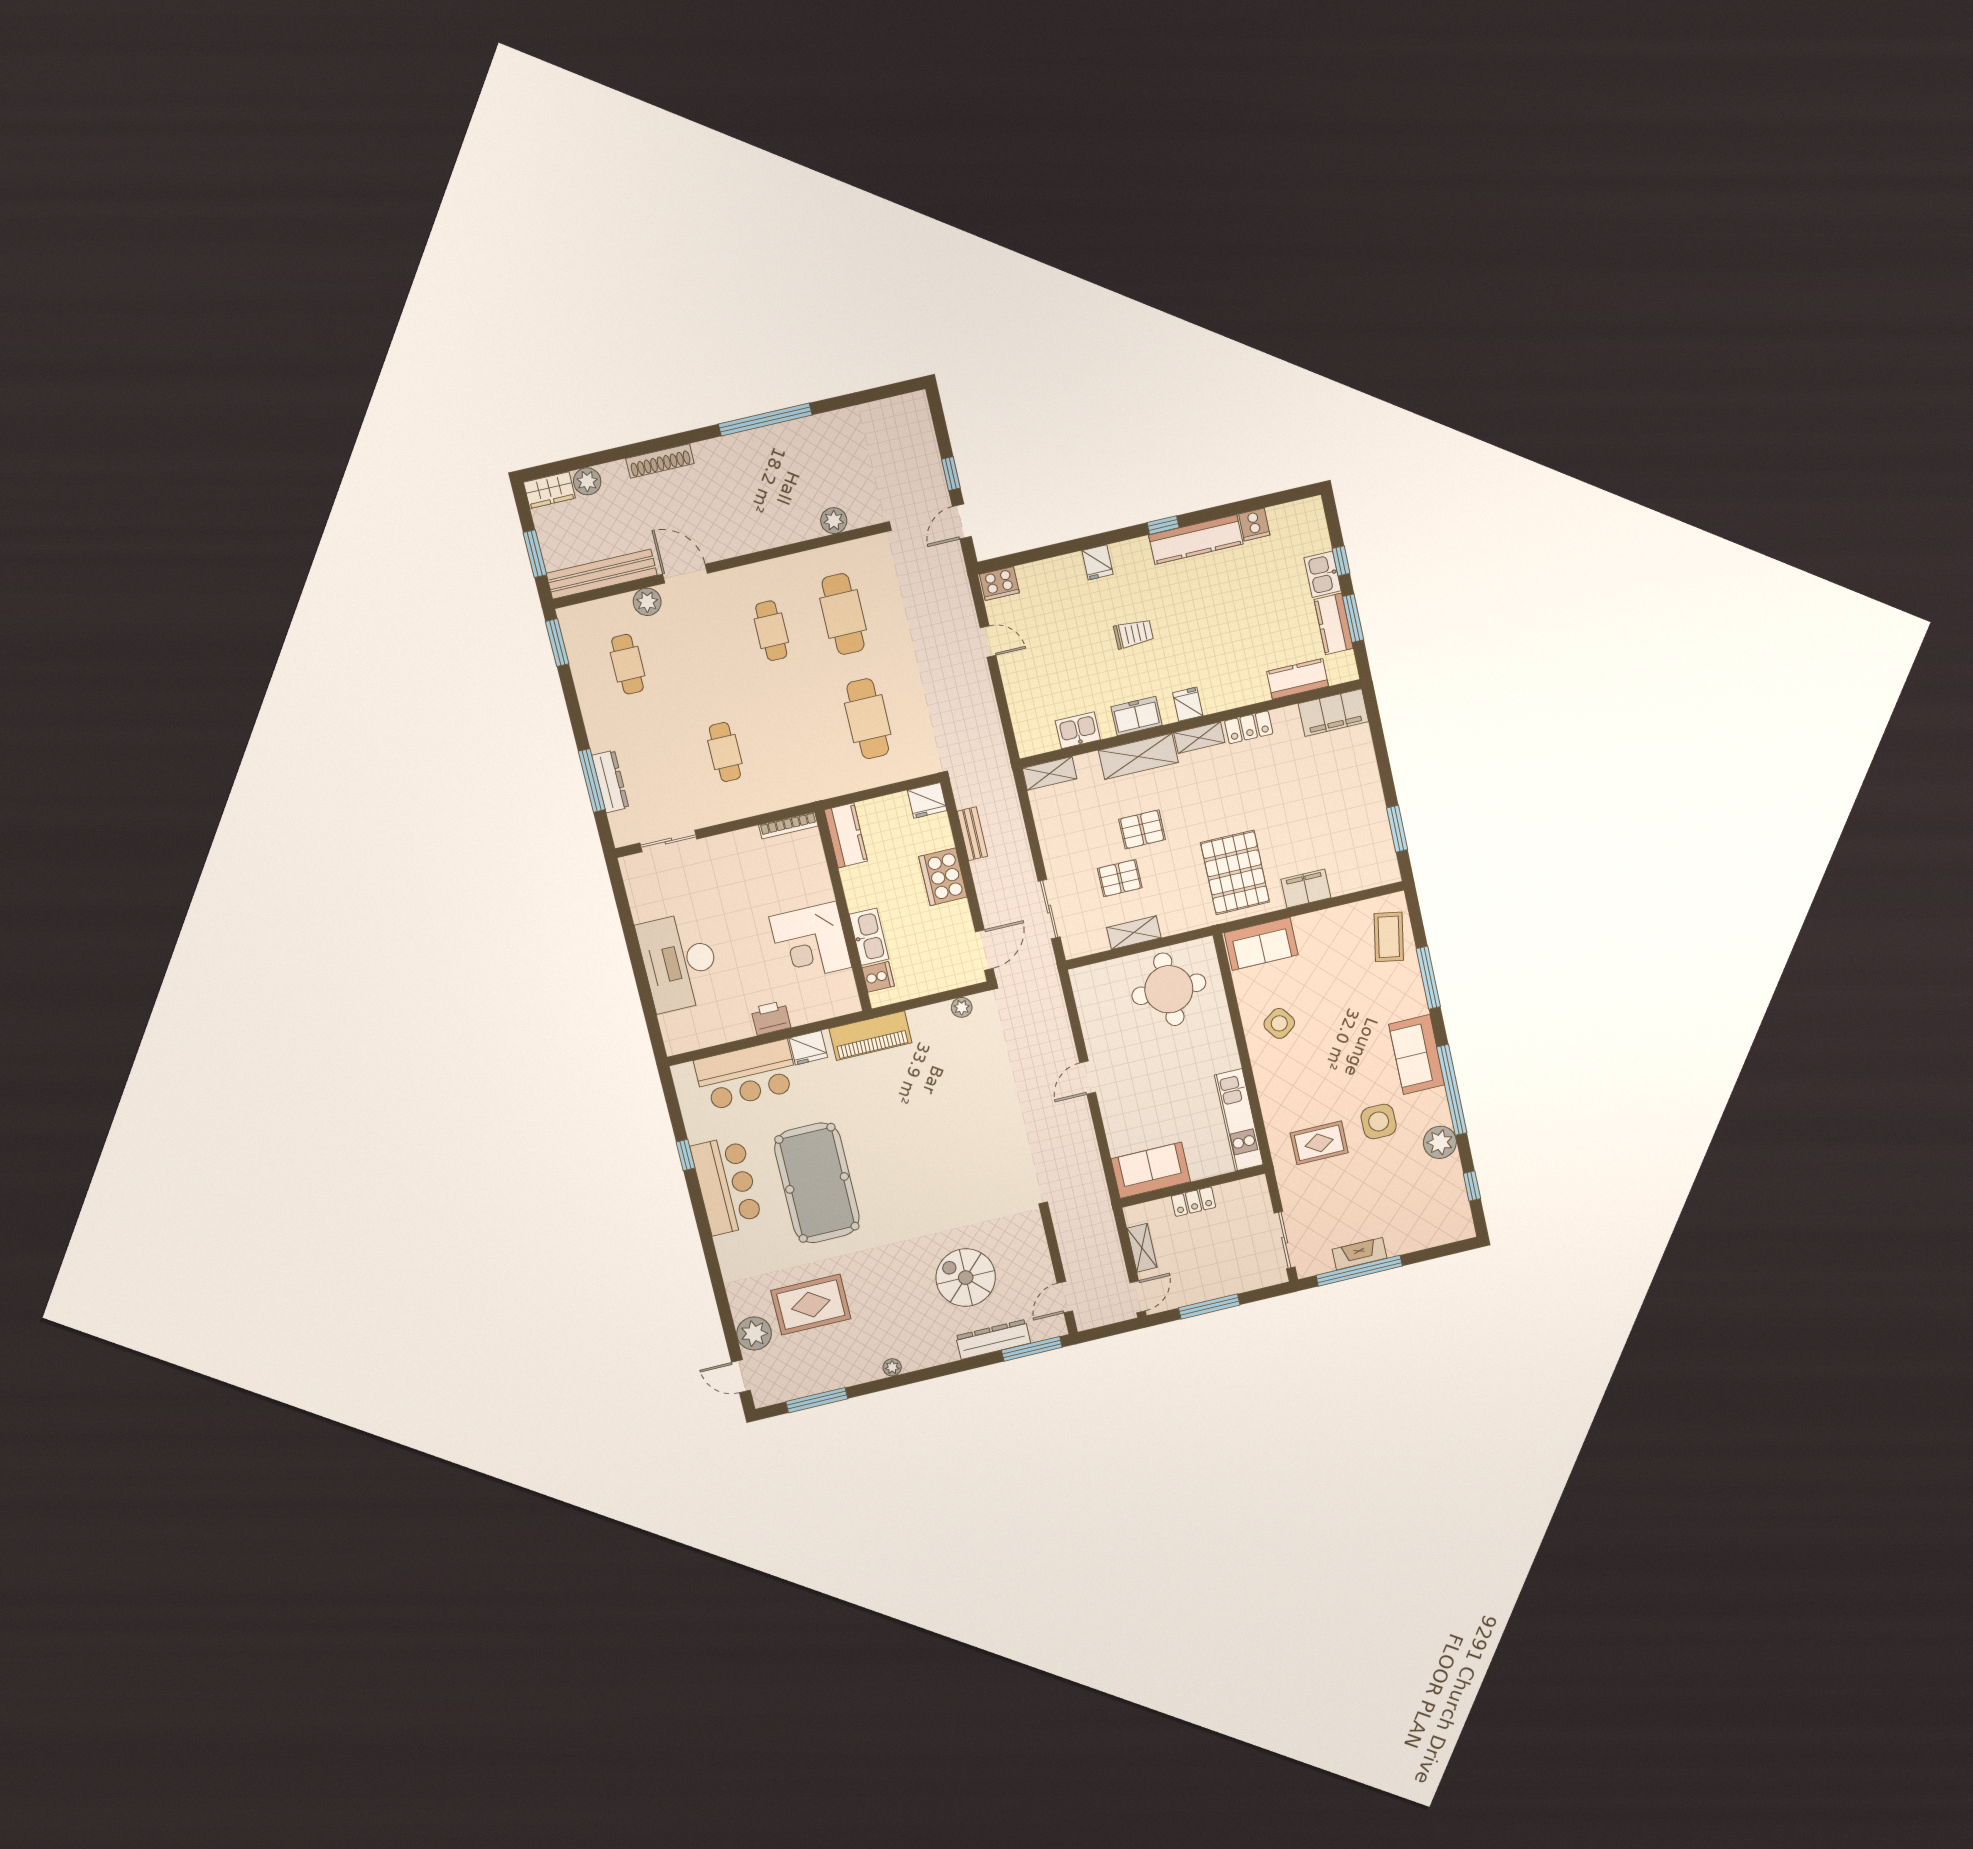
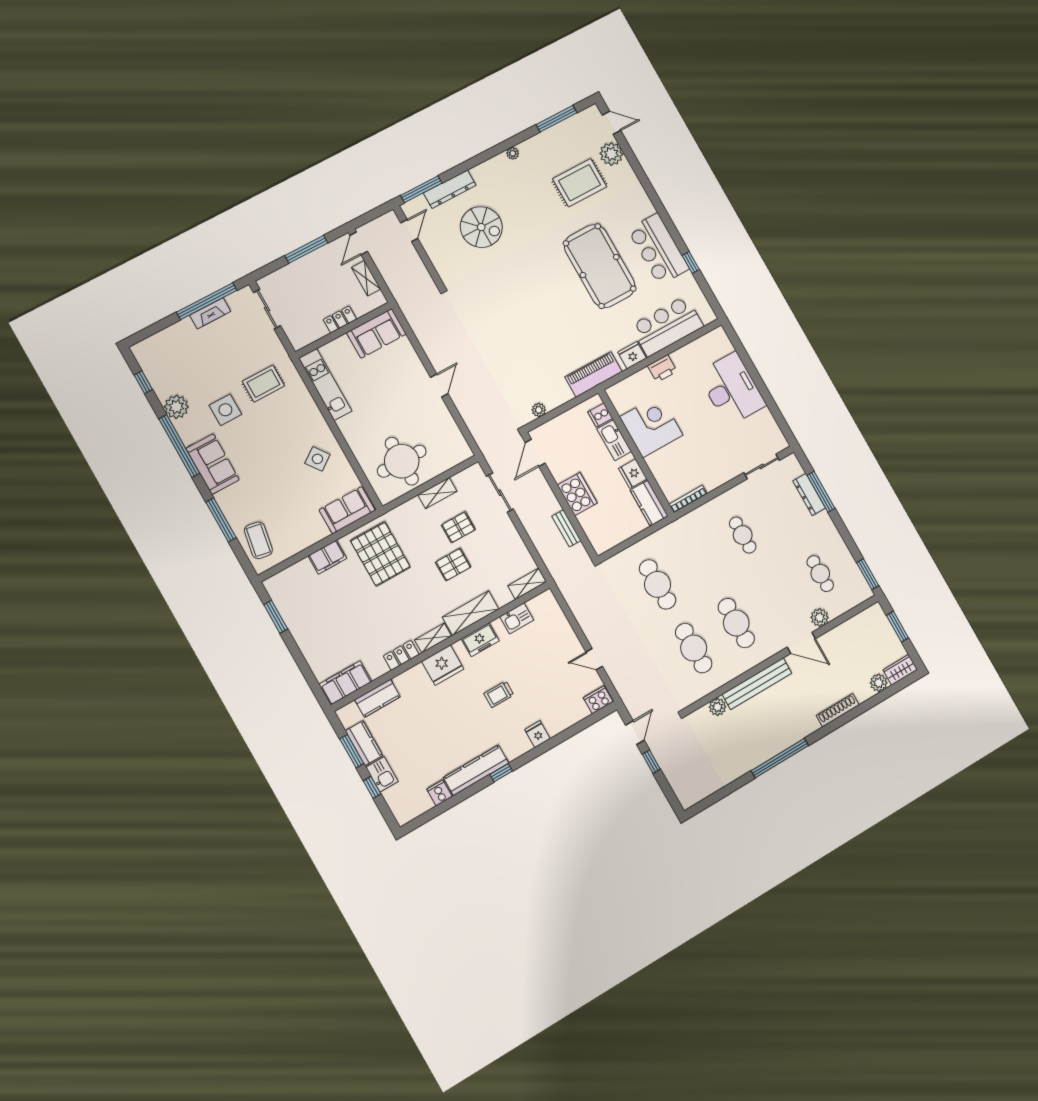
bench: (602, 574) -> (757, 684), moved
cafe table: (771, 631) -> (736, 623), width x1.37, depth x1.35
fridge: (1188, 704) -> (443, 665), width x1.88, depth x1.34
fridge: (927, 800) -> (633, 474), moved, turned -90

